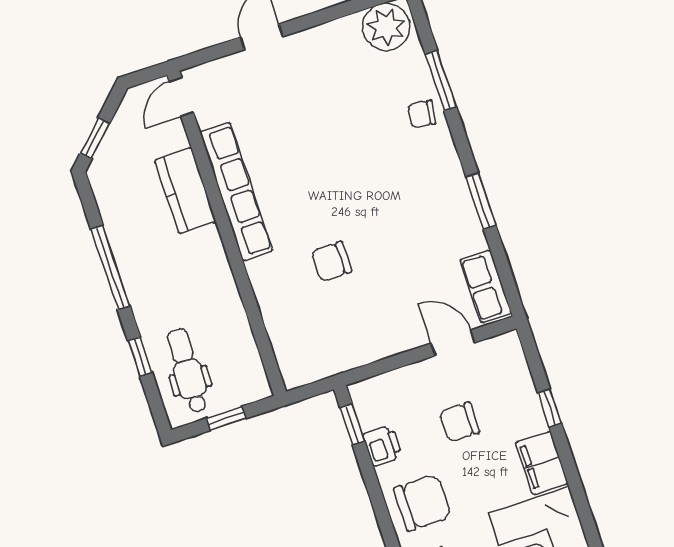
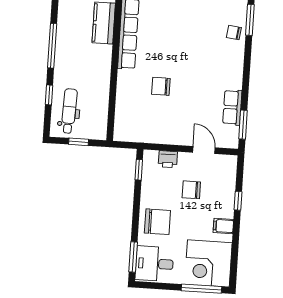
window: (481, 201) -> (243, 125), moved
row of seats: (486, 286) -> (232, 107), moved
printer: (382, 446) -> (168, 159), moved, turned 90
filing cabinet: (542, 463) -> (223, 226), width x0.50

